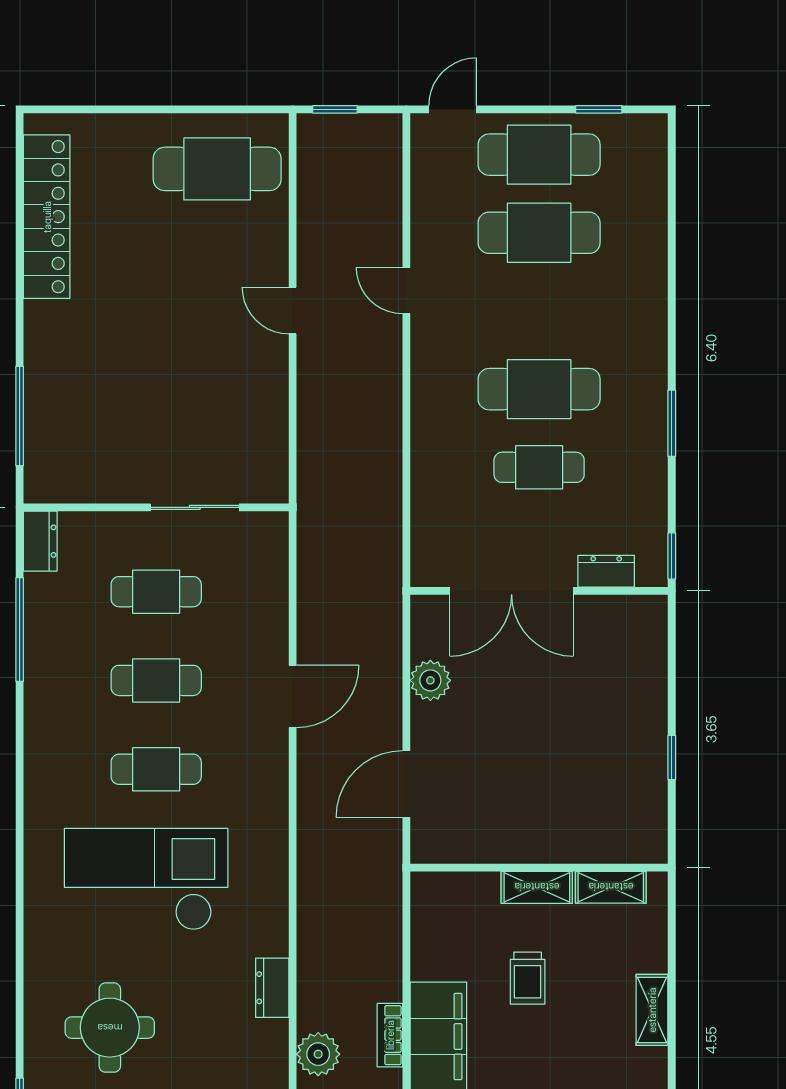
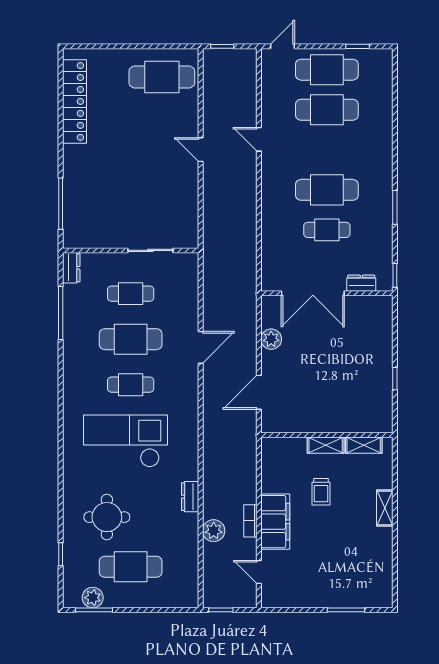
cafe table: (156, 680) -> (131, 339), width x1.37, depth x1.35

